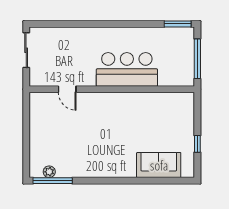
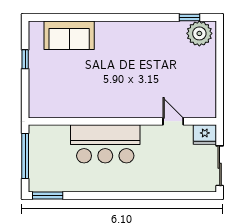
fridge: (39, 78) -> (205, 135), added
plant: (49, 172) -> (199, 33), width x1.88, depth x1.88
window: (53, 181) -> (190, 18), width x0.46

